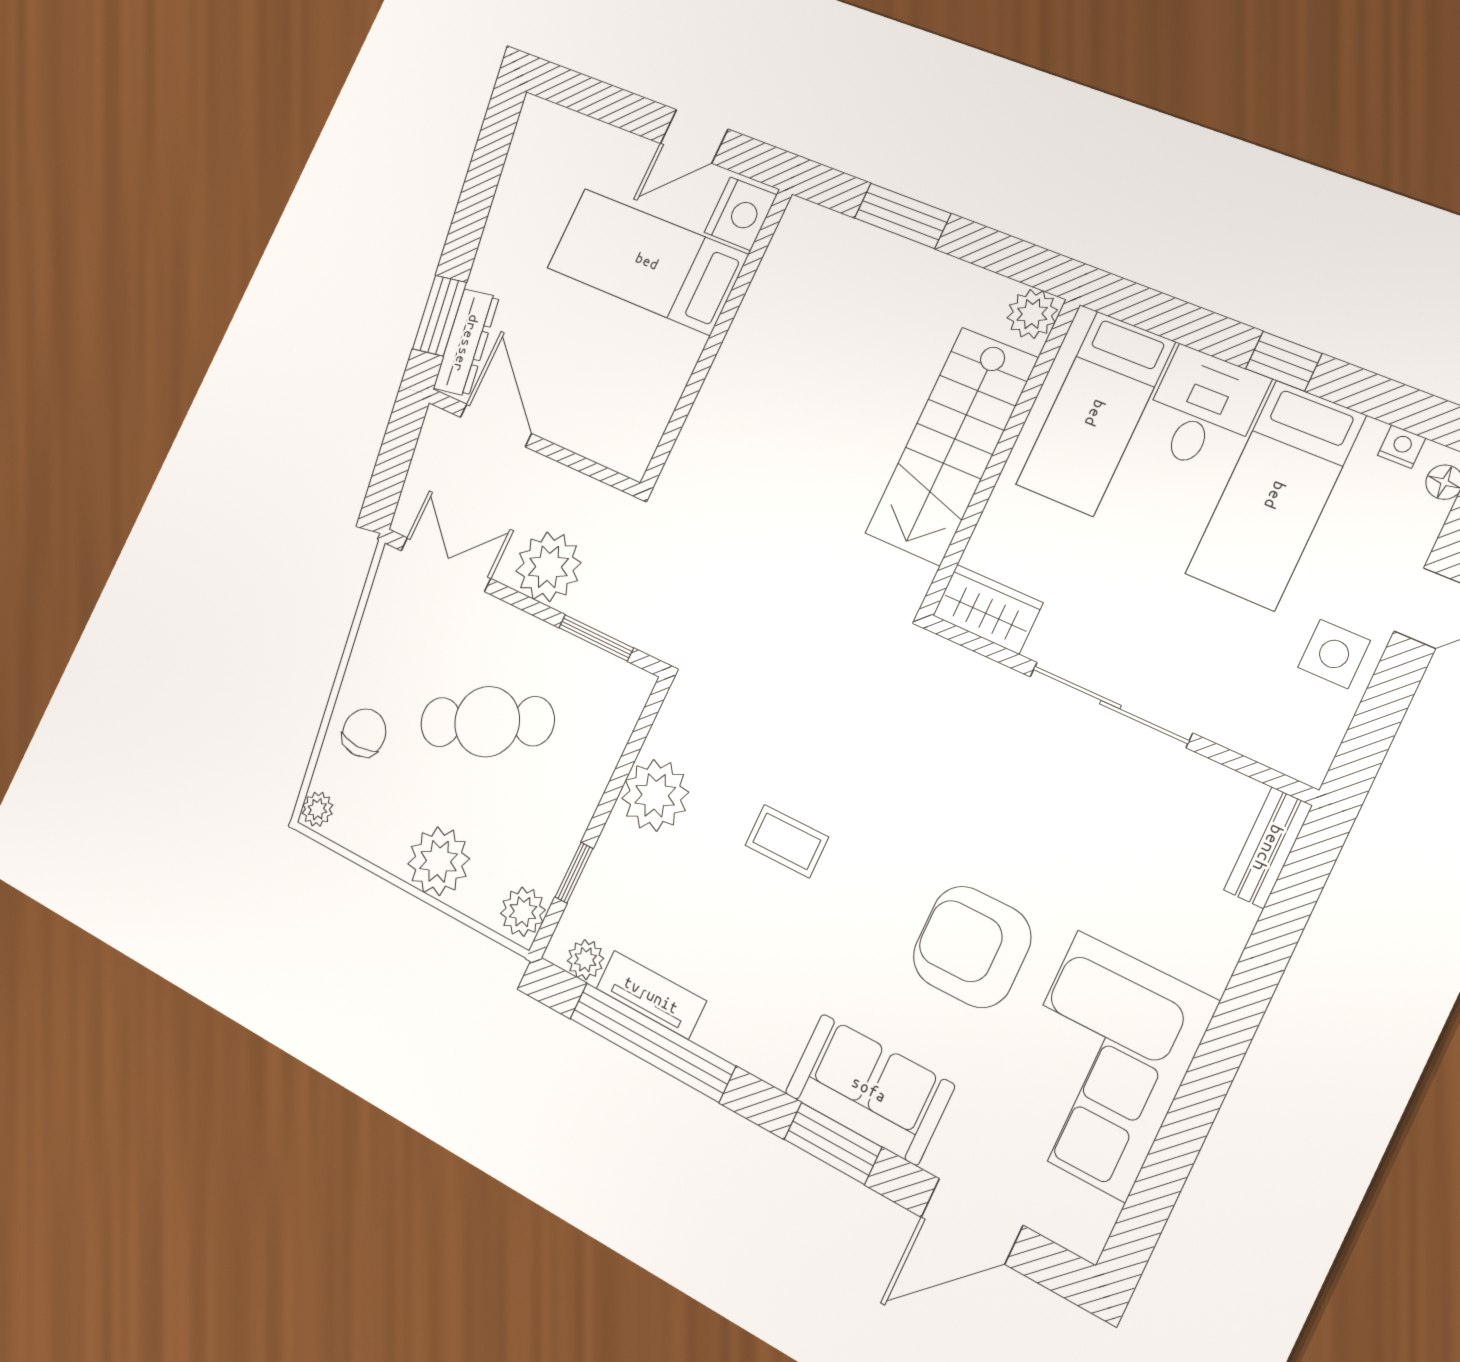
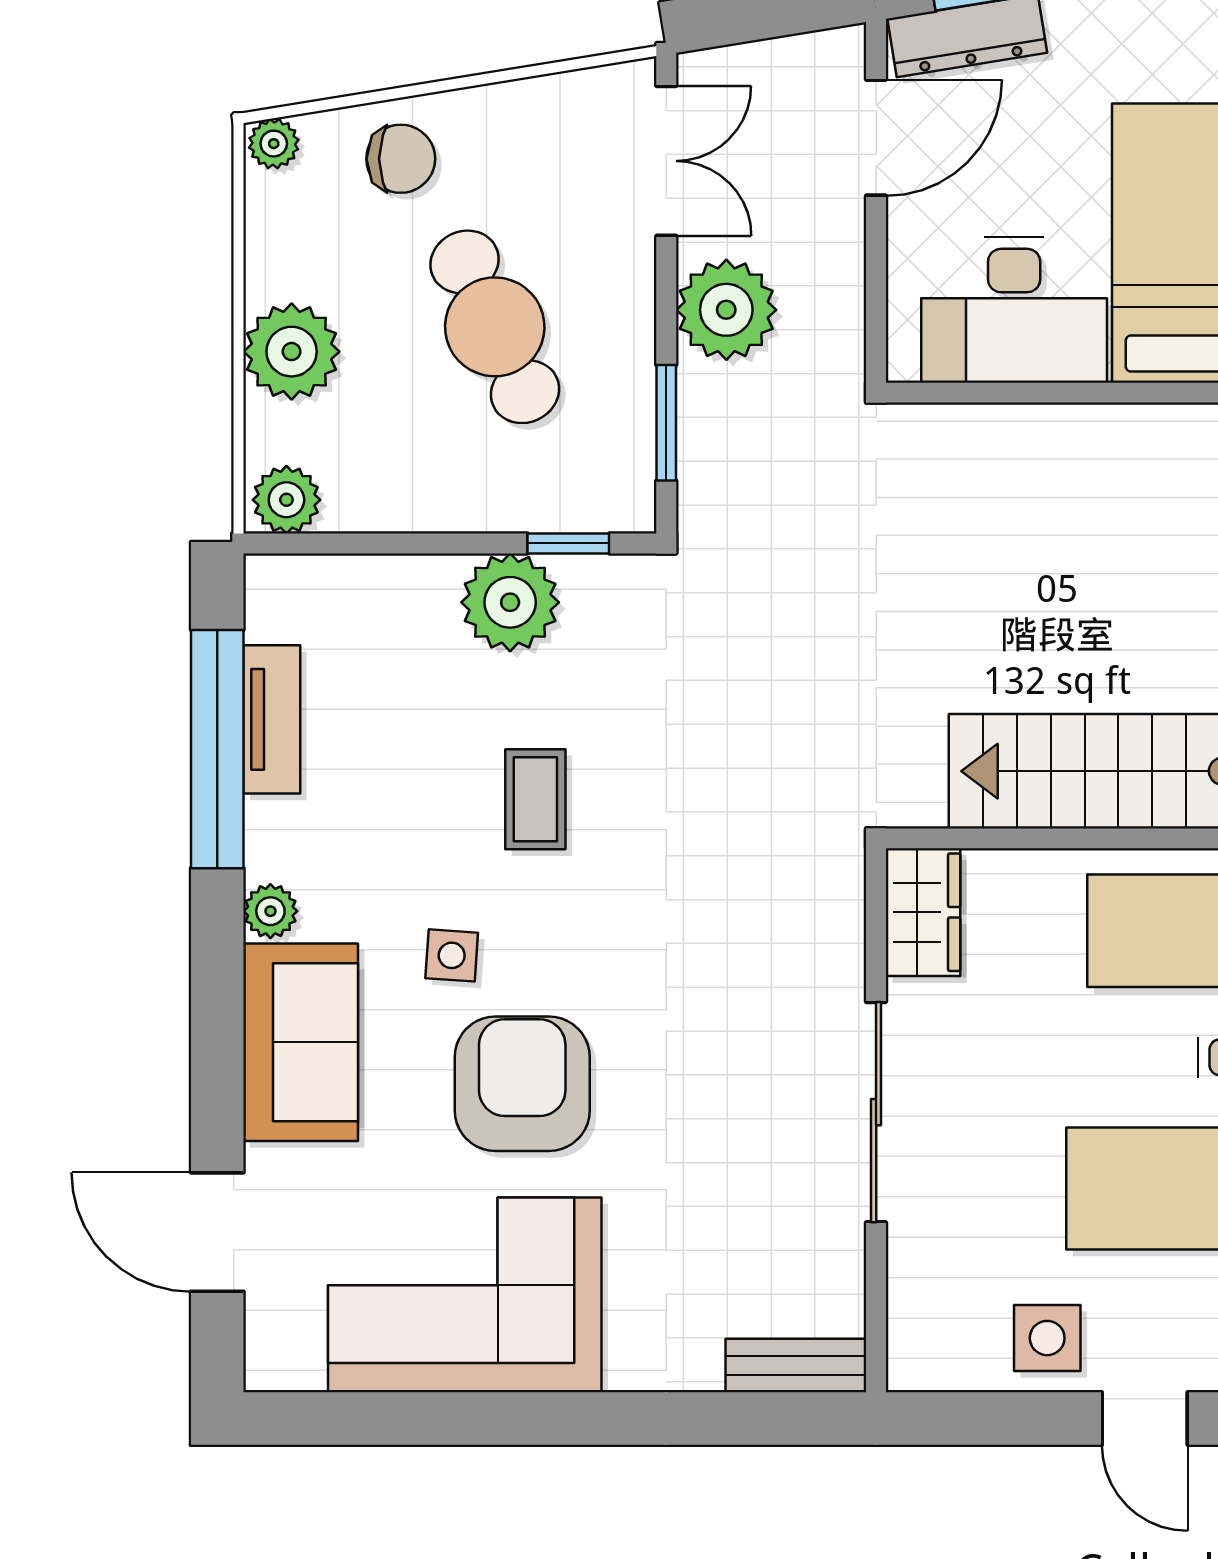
desk: (637, 381) -> (1014, 310), added
window: (574, 873) -> (568, 543), moved
side table: (861, 952) -> (452, 955), added
plant: (585, 960) -> (270, 911), moved
window: (833, 1143) -> (217, 1029), removed

